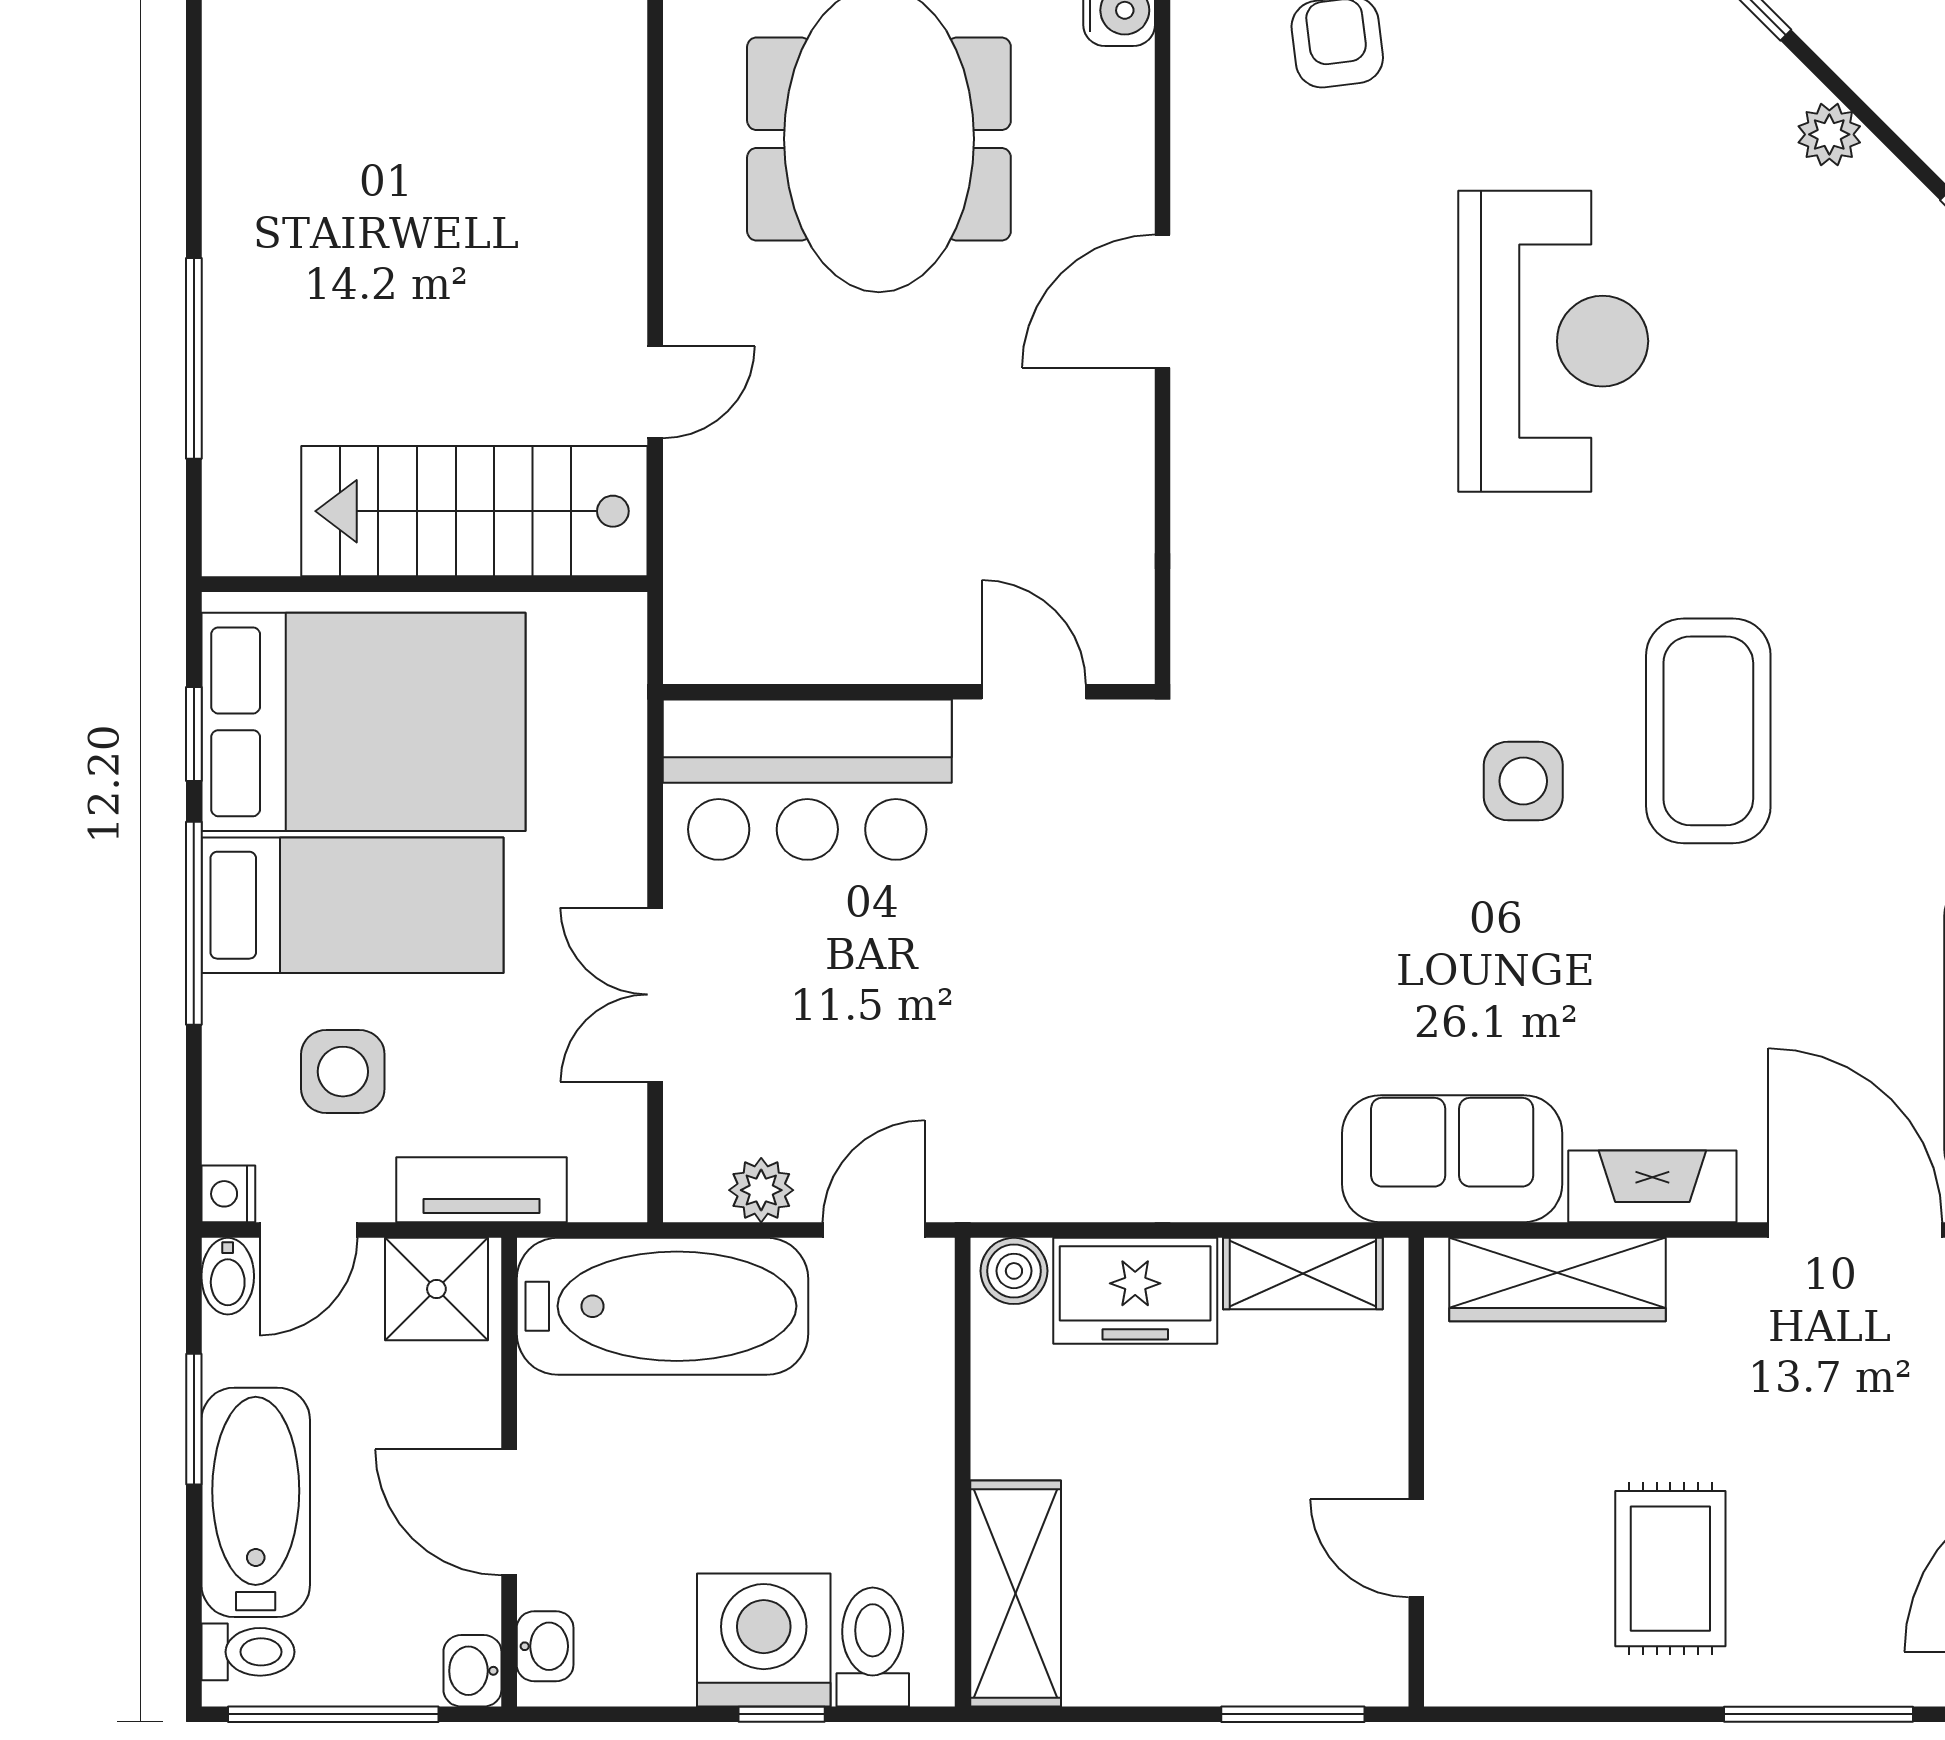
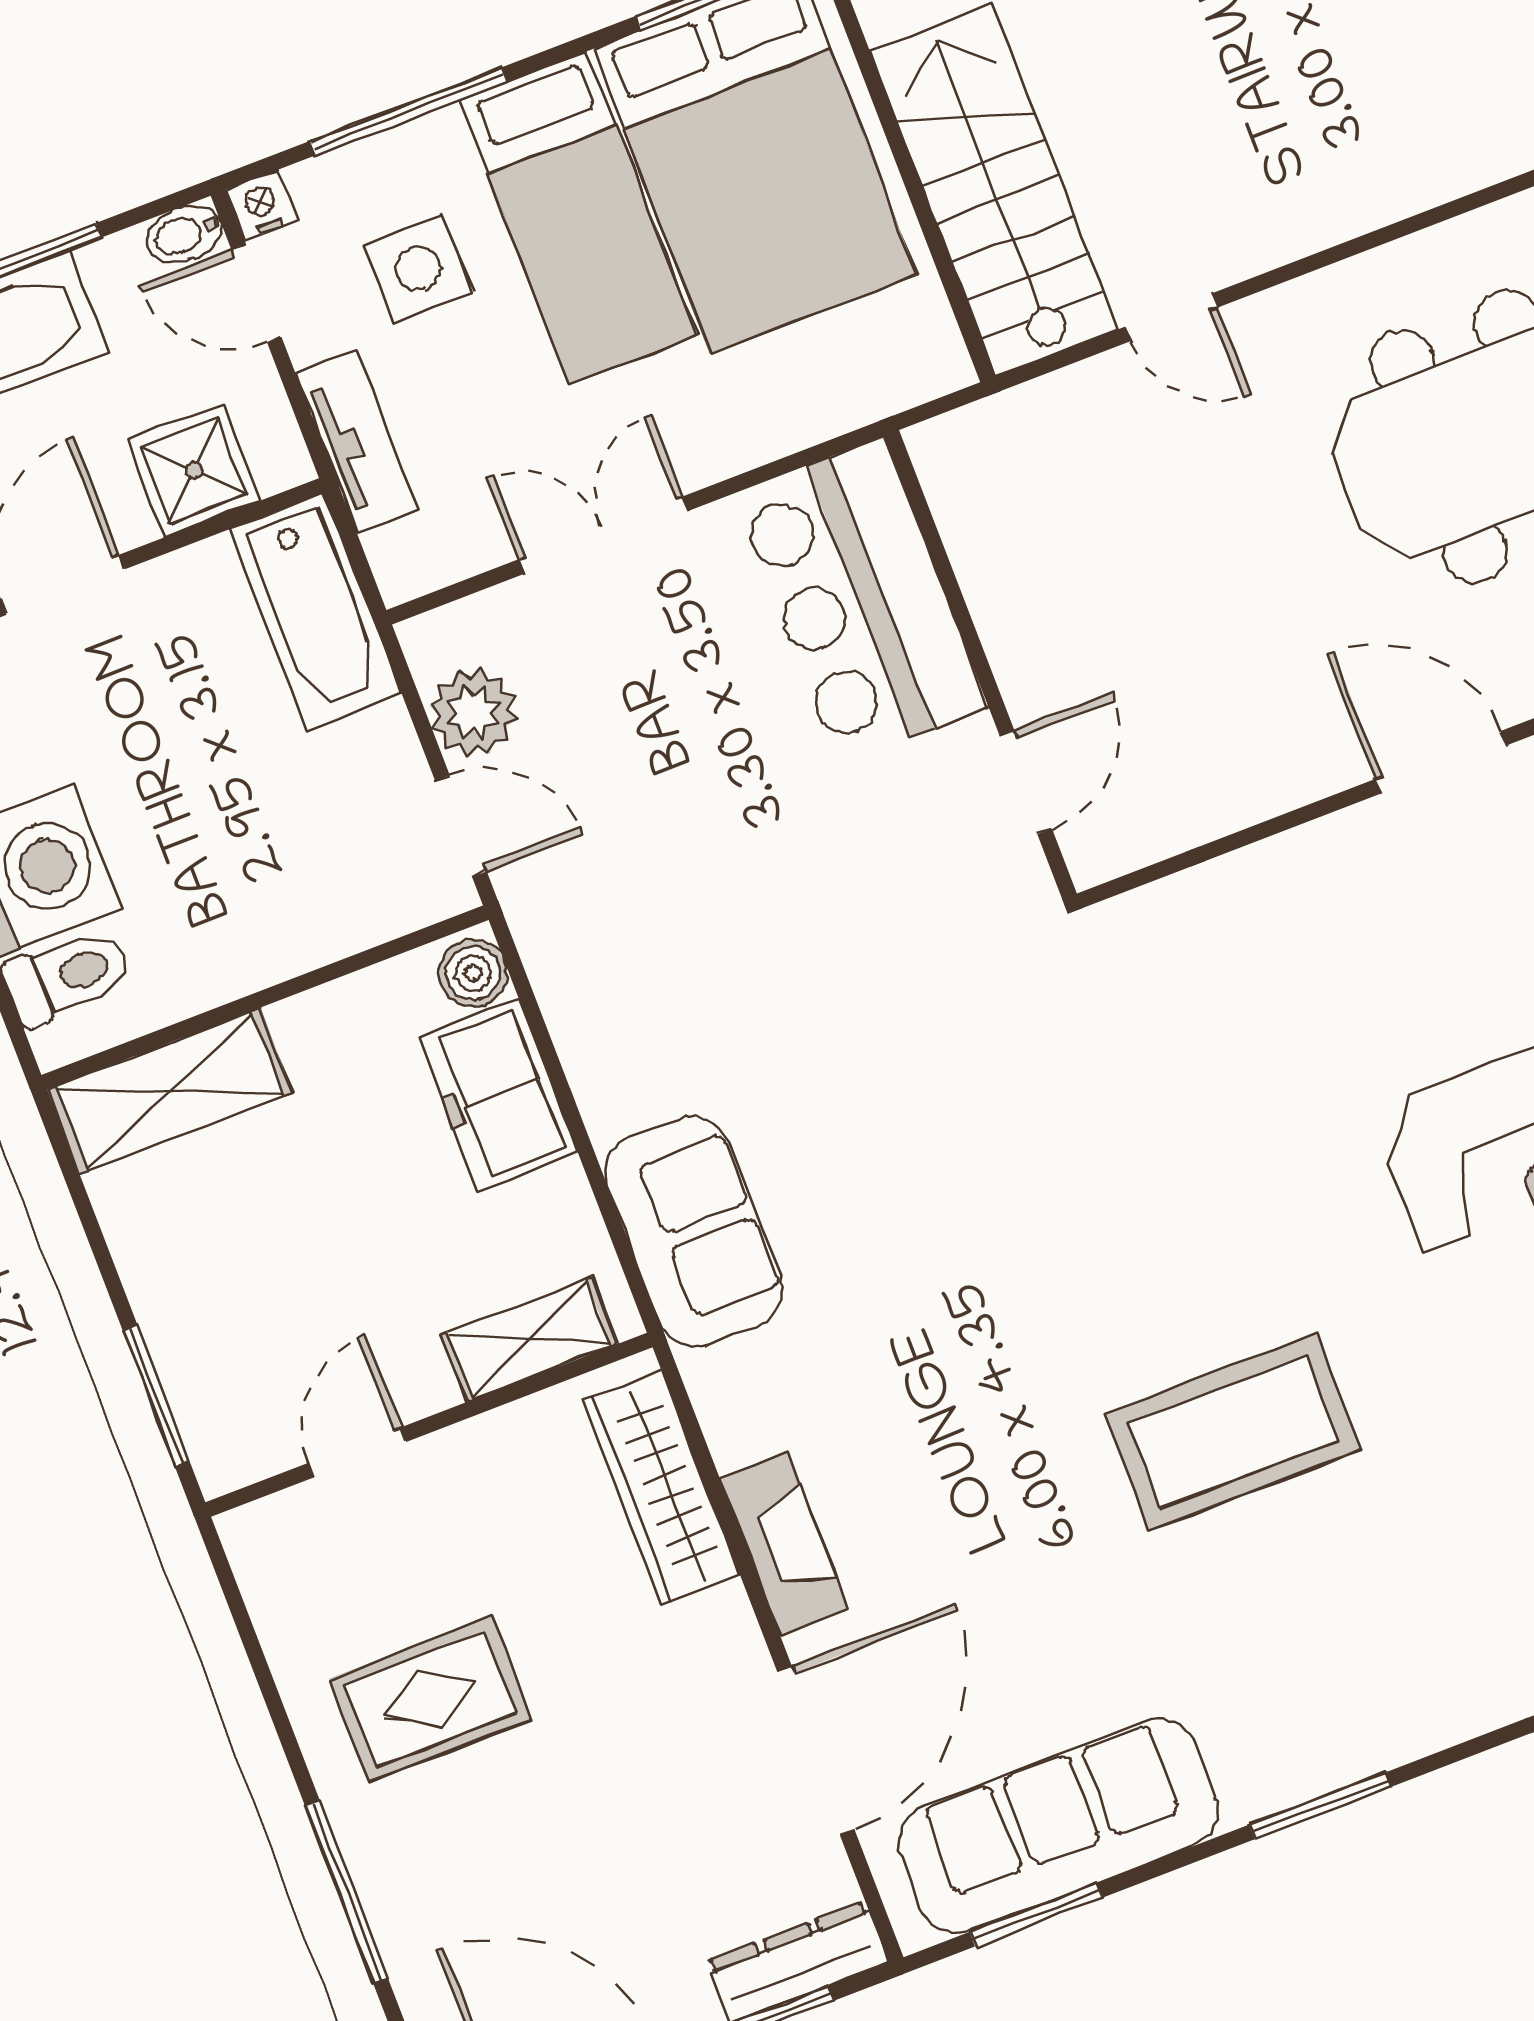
side table: (1523, 781) -> (1119, 1276), removed
window: (194, 923) -> (409, 111), moved
sofa: (1452, 1159) -> (694, 1231), moved
plant: (761, 1190) -> (474, 713), width x1.38, depth x1.38
shelving: (1303, 1273) -> (530, 1339), moved, turned 90
shower: (436, 1289) -> (194, 471), moved
bathtub: (662, 1306) -> (316, 611), width x0.73, depth x0.73

